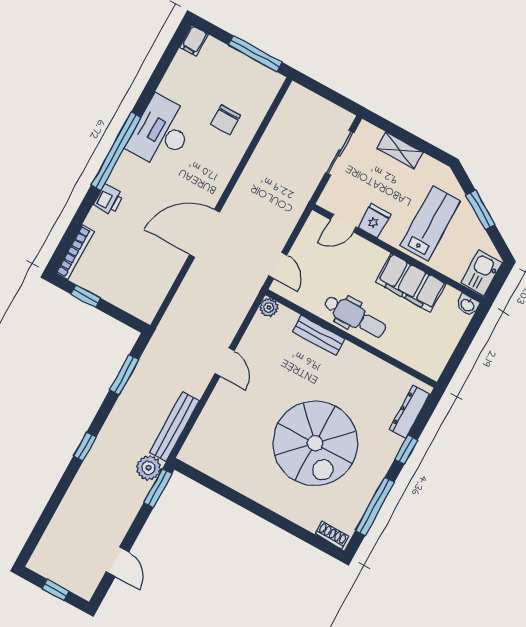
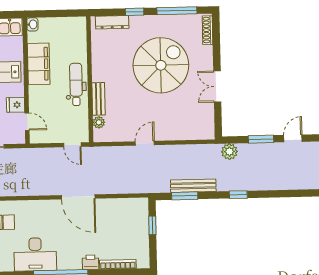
bookcase: (75, 252) -> (118, 264), moved
door: (278, 265) -> (72, 145), swing flipped
window: (86, 296) -> (152, 225), moved
plant: (269, 307) -> (99, 122), moved
bench: (174, 426) -> (193, 186), moved
window: (158, 488) -> (261, 139), moved
double door: (244, 502) -> (217, 86), added
shoe rack: (332, 535) -> (207, 30), width x1.43

